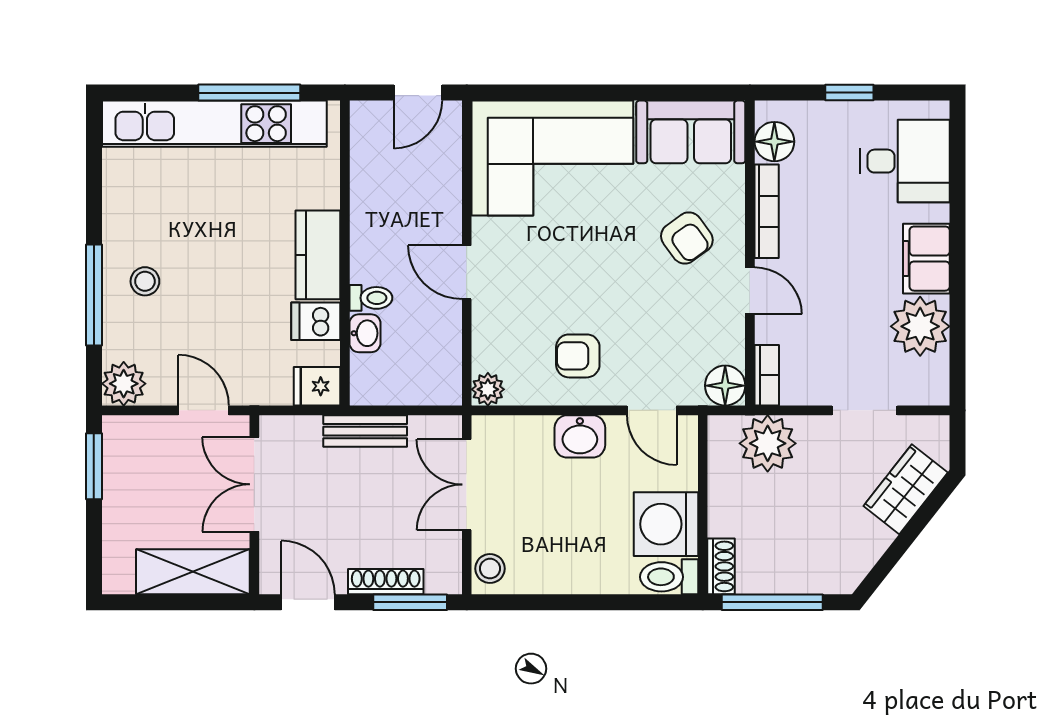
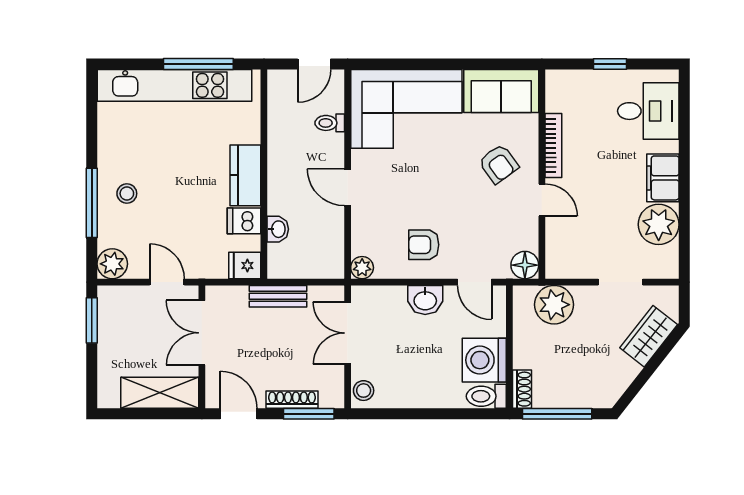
floor lamp: (774, 142) -> (559, 98), removed
toilet: (371, 298) -> (330, 123), moved, turned 180
bookcase: (767, 375) -> (553, 258), removed

